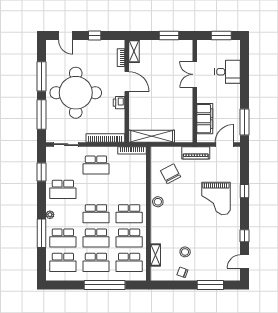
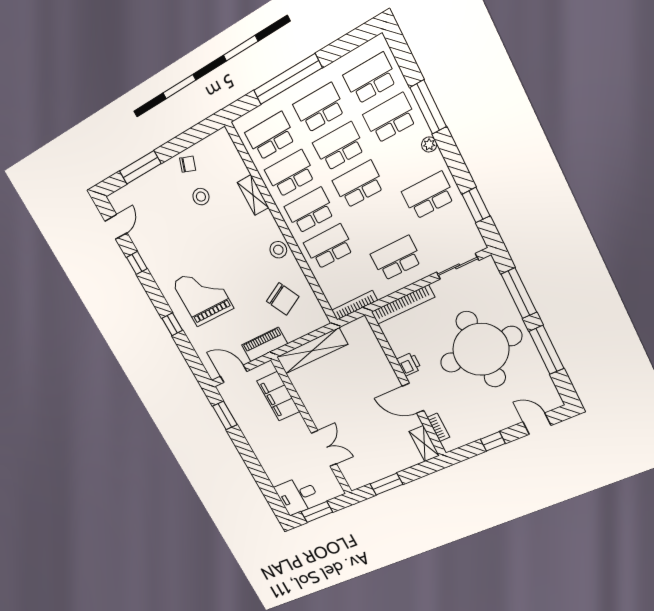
desk: (228, 72) -> (298, 495), moved
window: (244, 122) -> (225, 415), width x0.69
shelving: (152, 136) -> (312, 351), moved
door: (224, 145) -> (233, 374), swing flipped
school desk: (129, 189) -> (329, 247), added
shelving: (155, 255) -> (253, 195), moved

